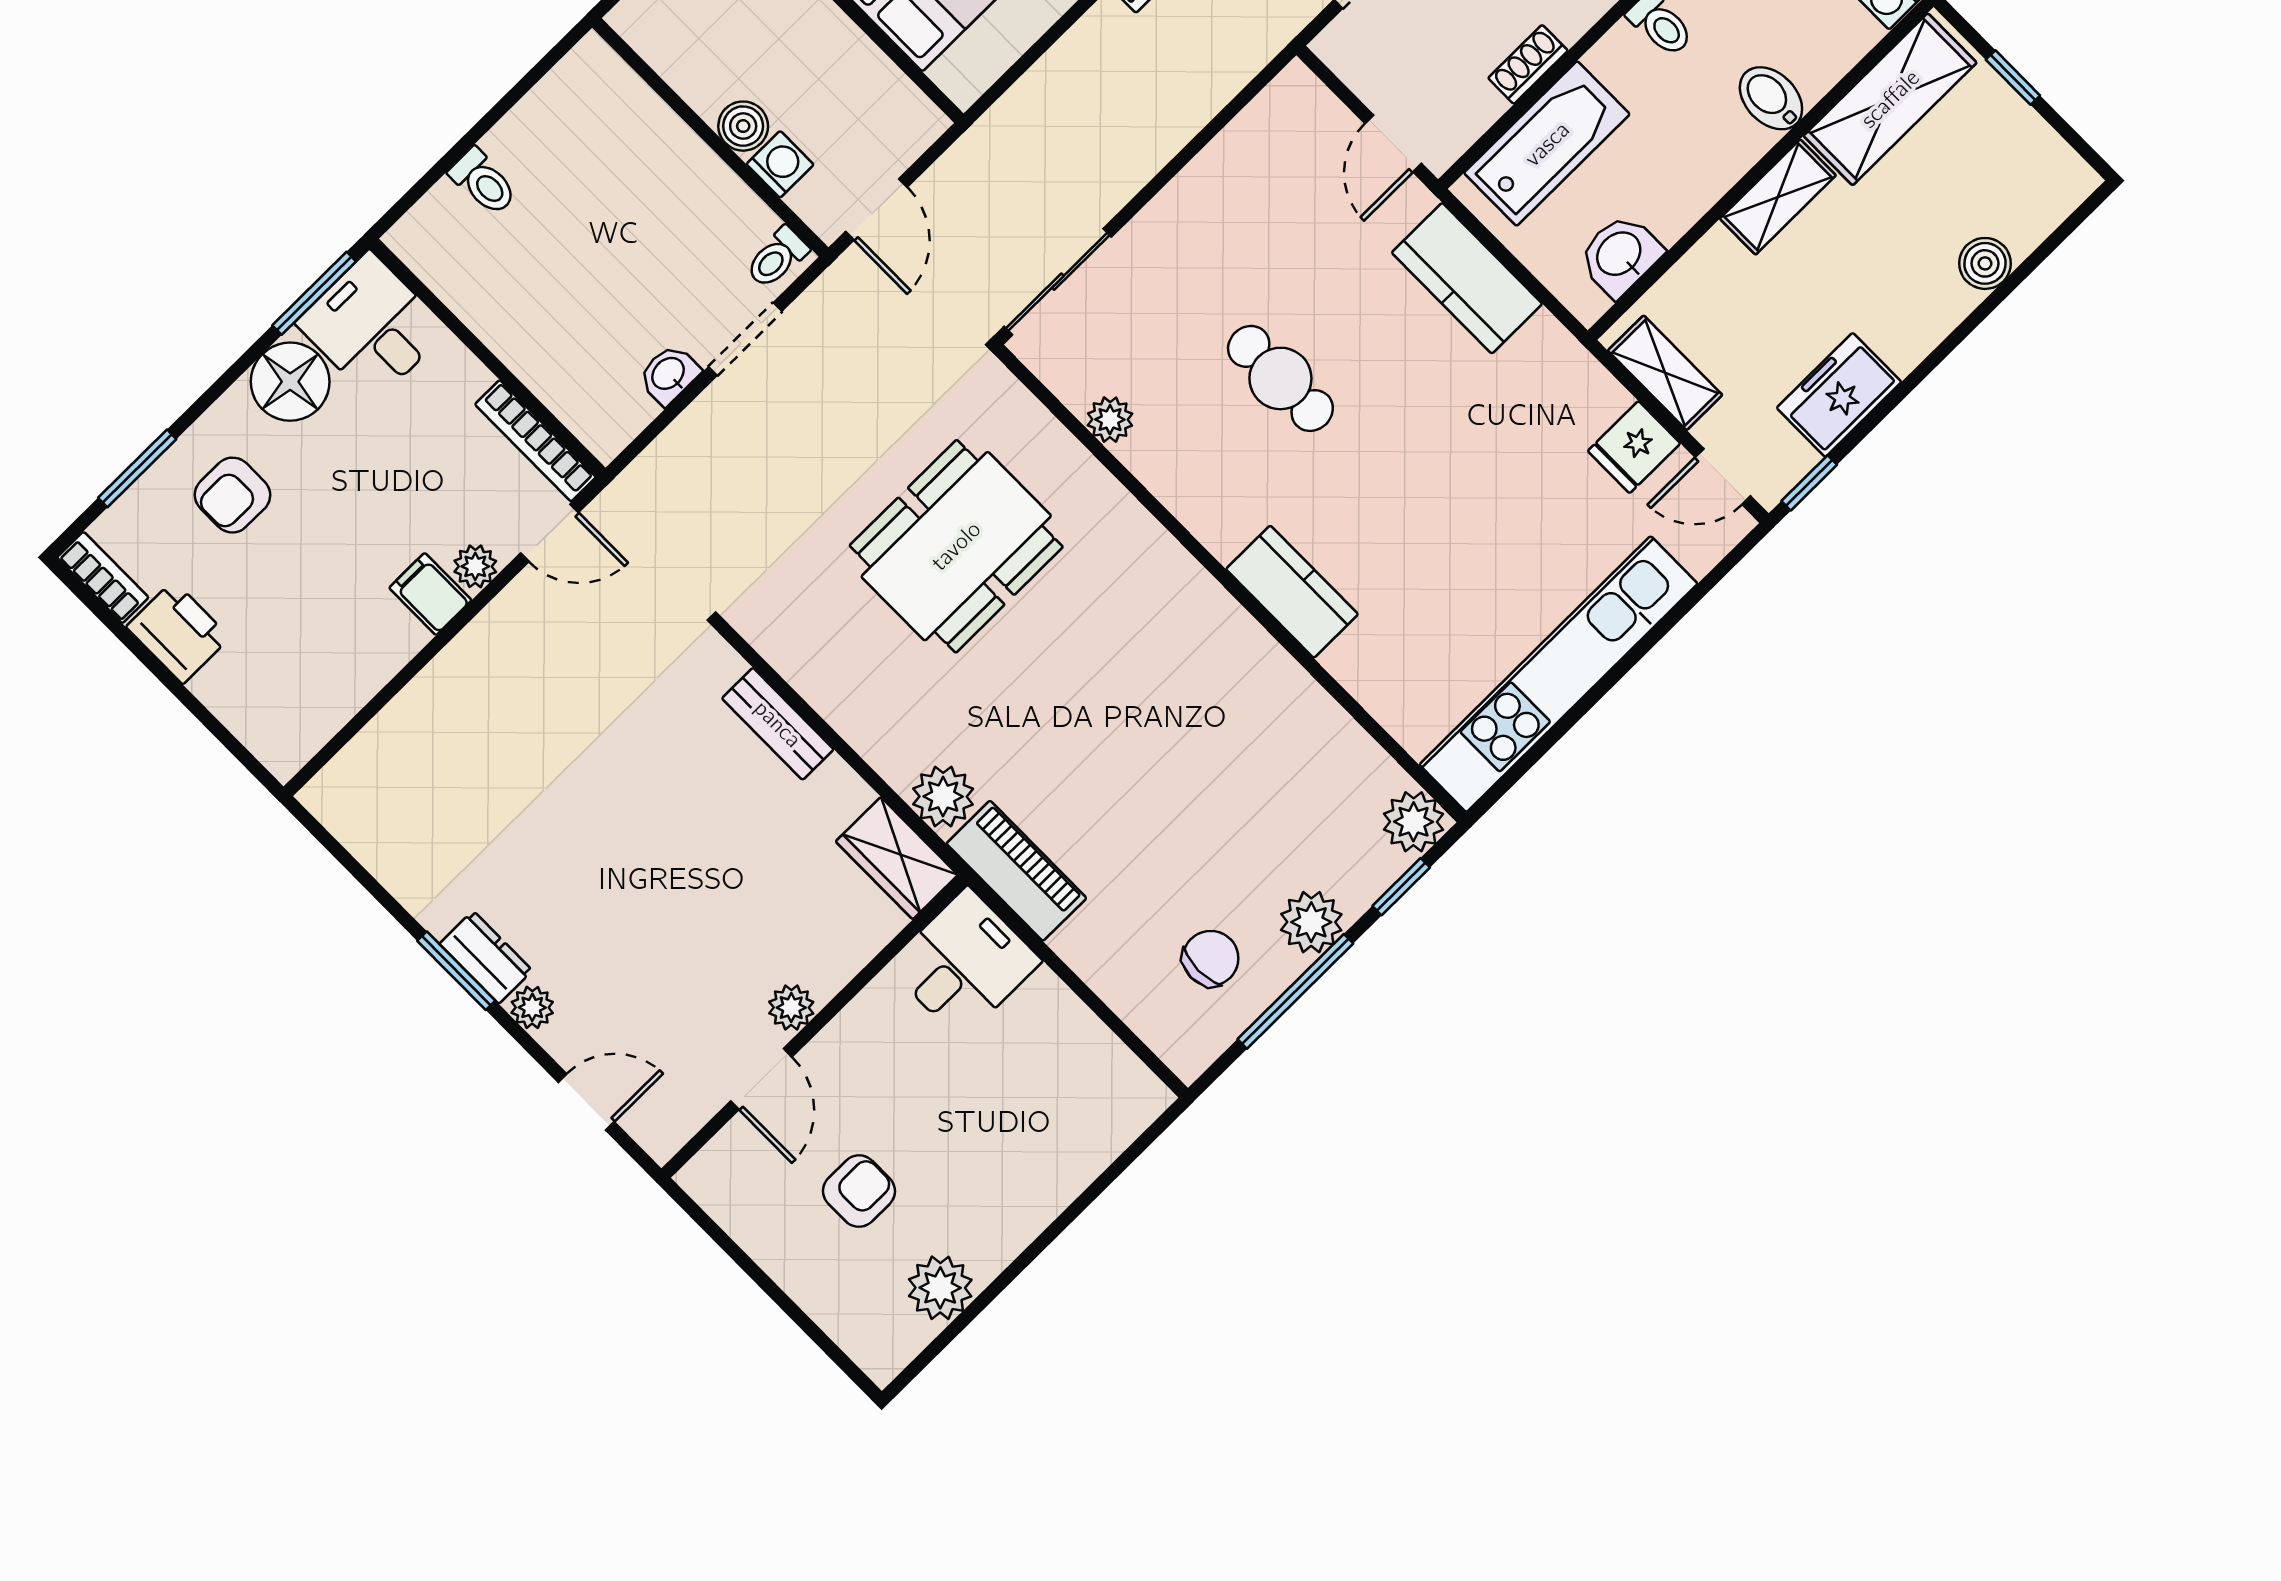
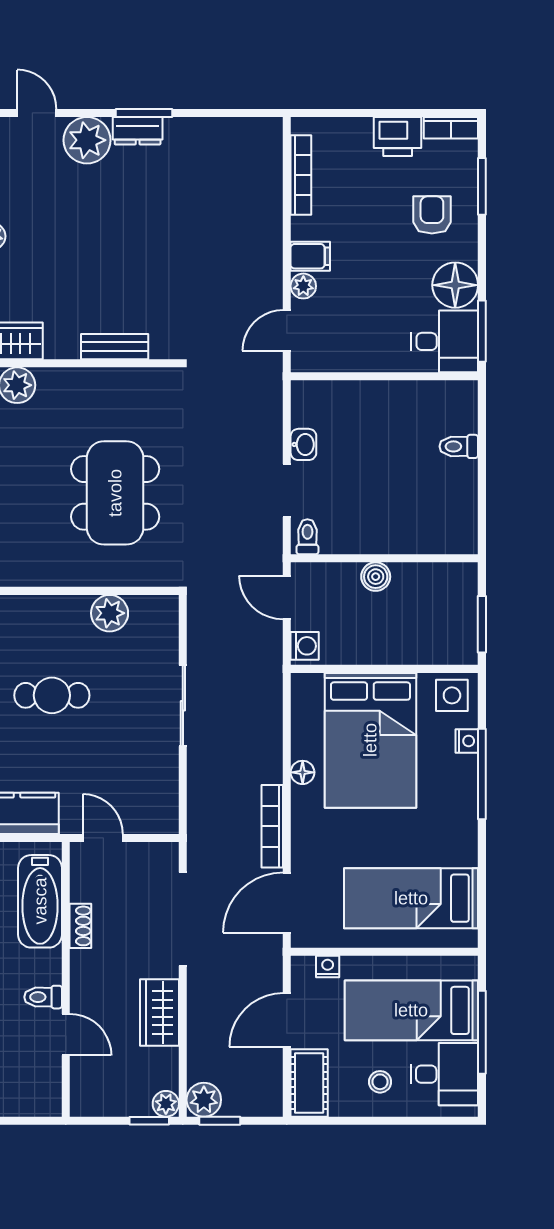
washing machine: (780, 164) -> (305, 646), moved, turned -90
sliding door: (1058, 282) -> (183, 706), moved
plant: (1110, 420) -> (110, 613), width x1.38, depth x1.38
bookcase: (535, 441) -> (301, 175), moved, turned 90
plant: (532, 1007) -> (87, 140), width x1.88, depth x1.88
door: (586, 1102) -> (37, 113), swing flipped

